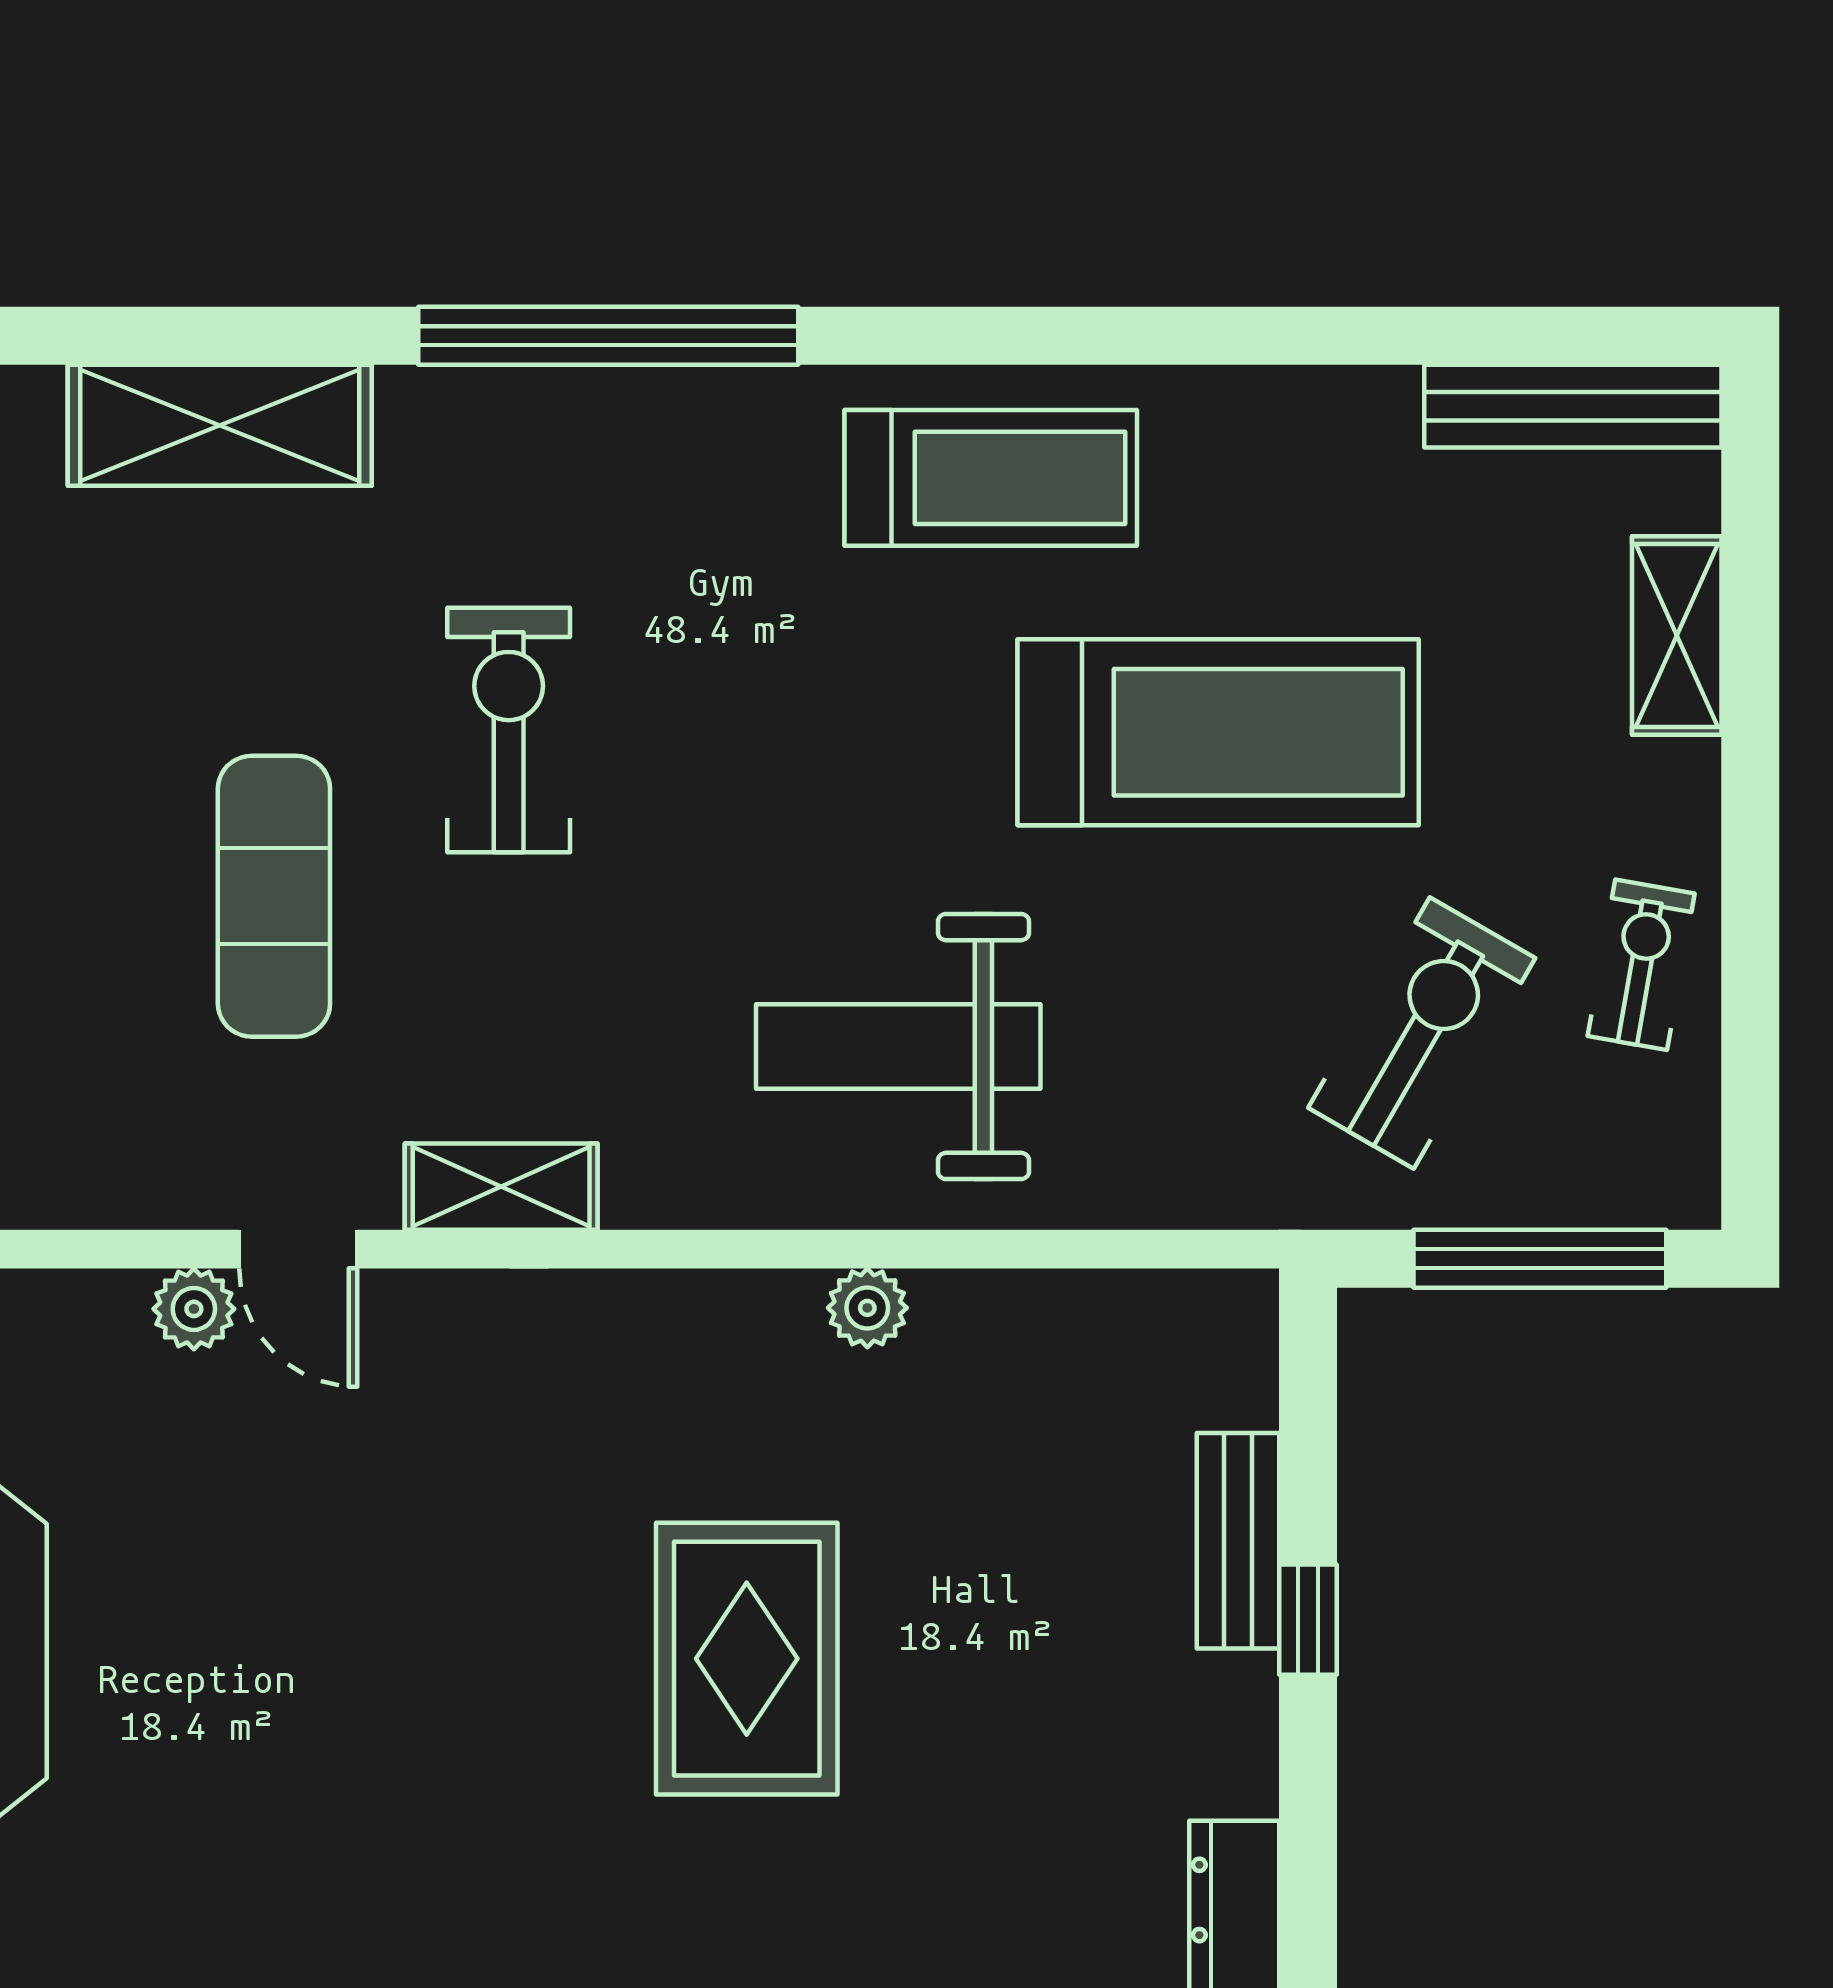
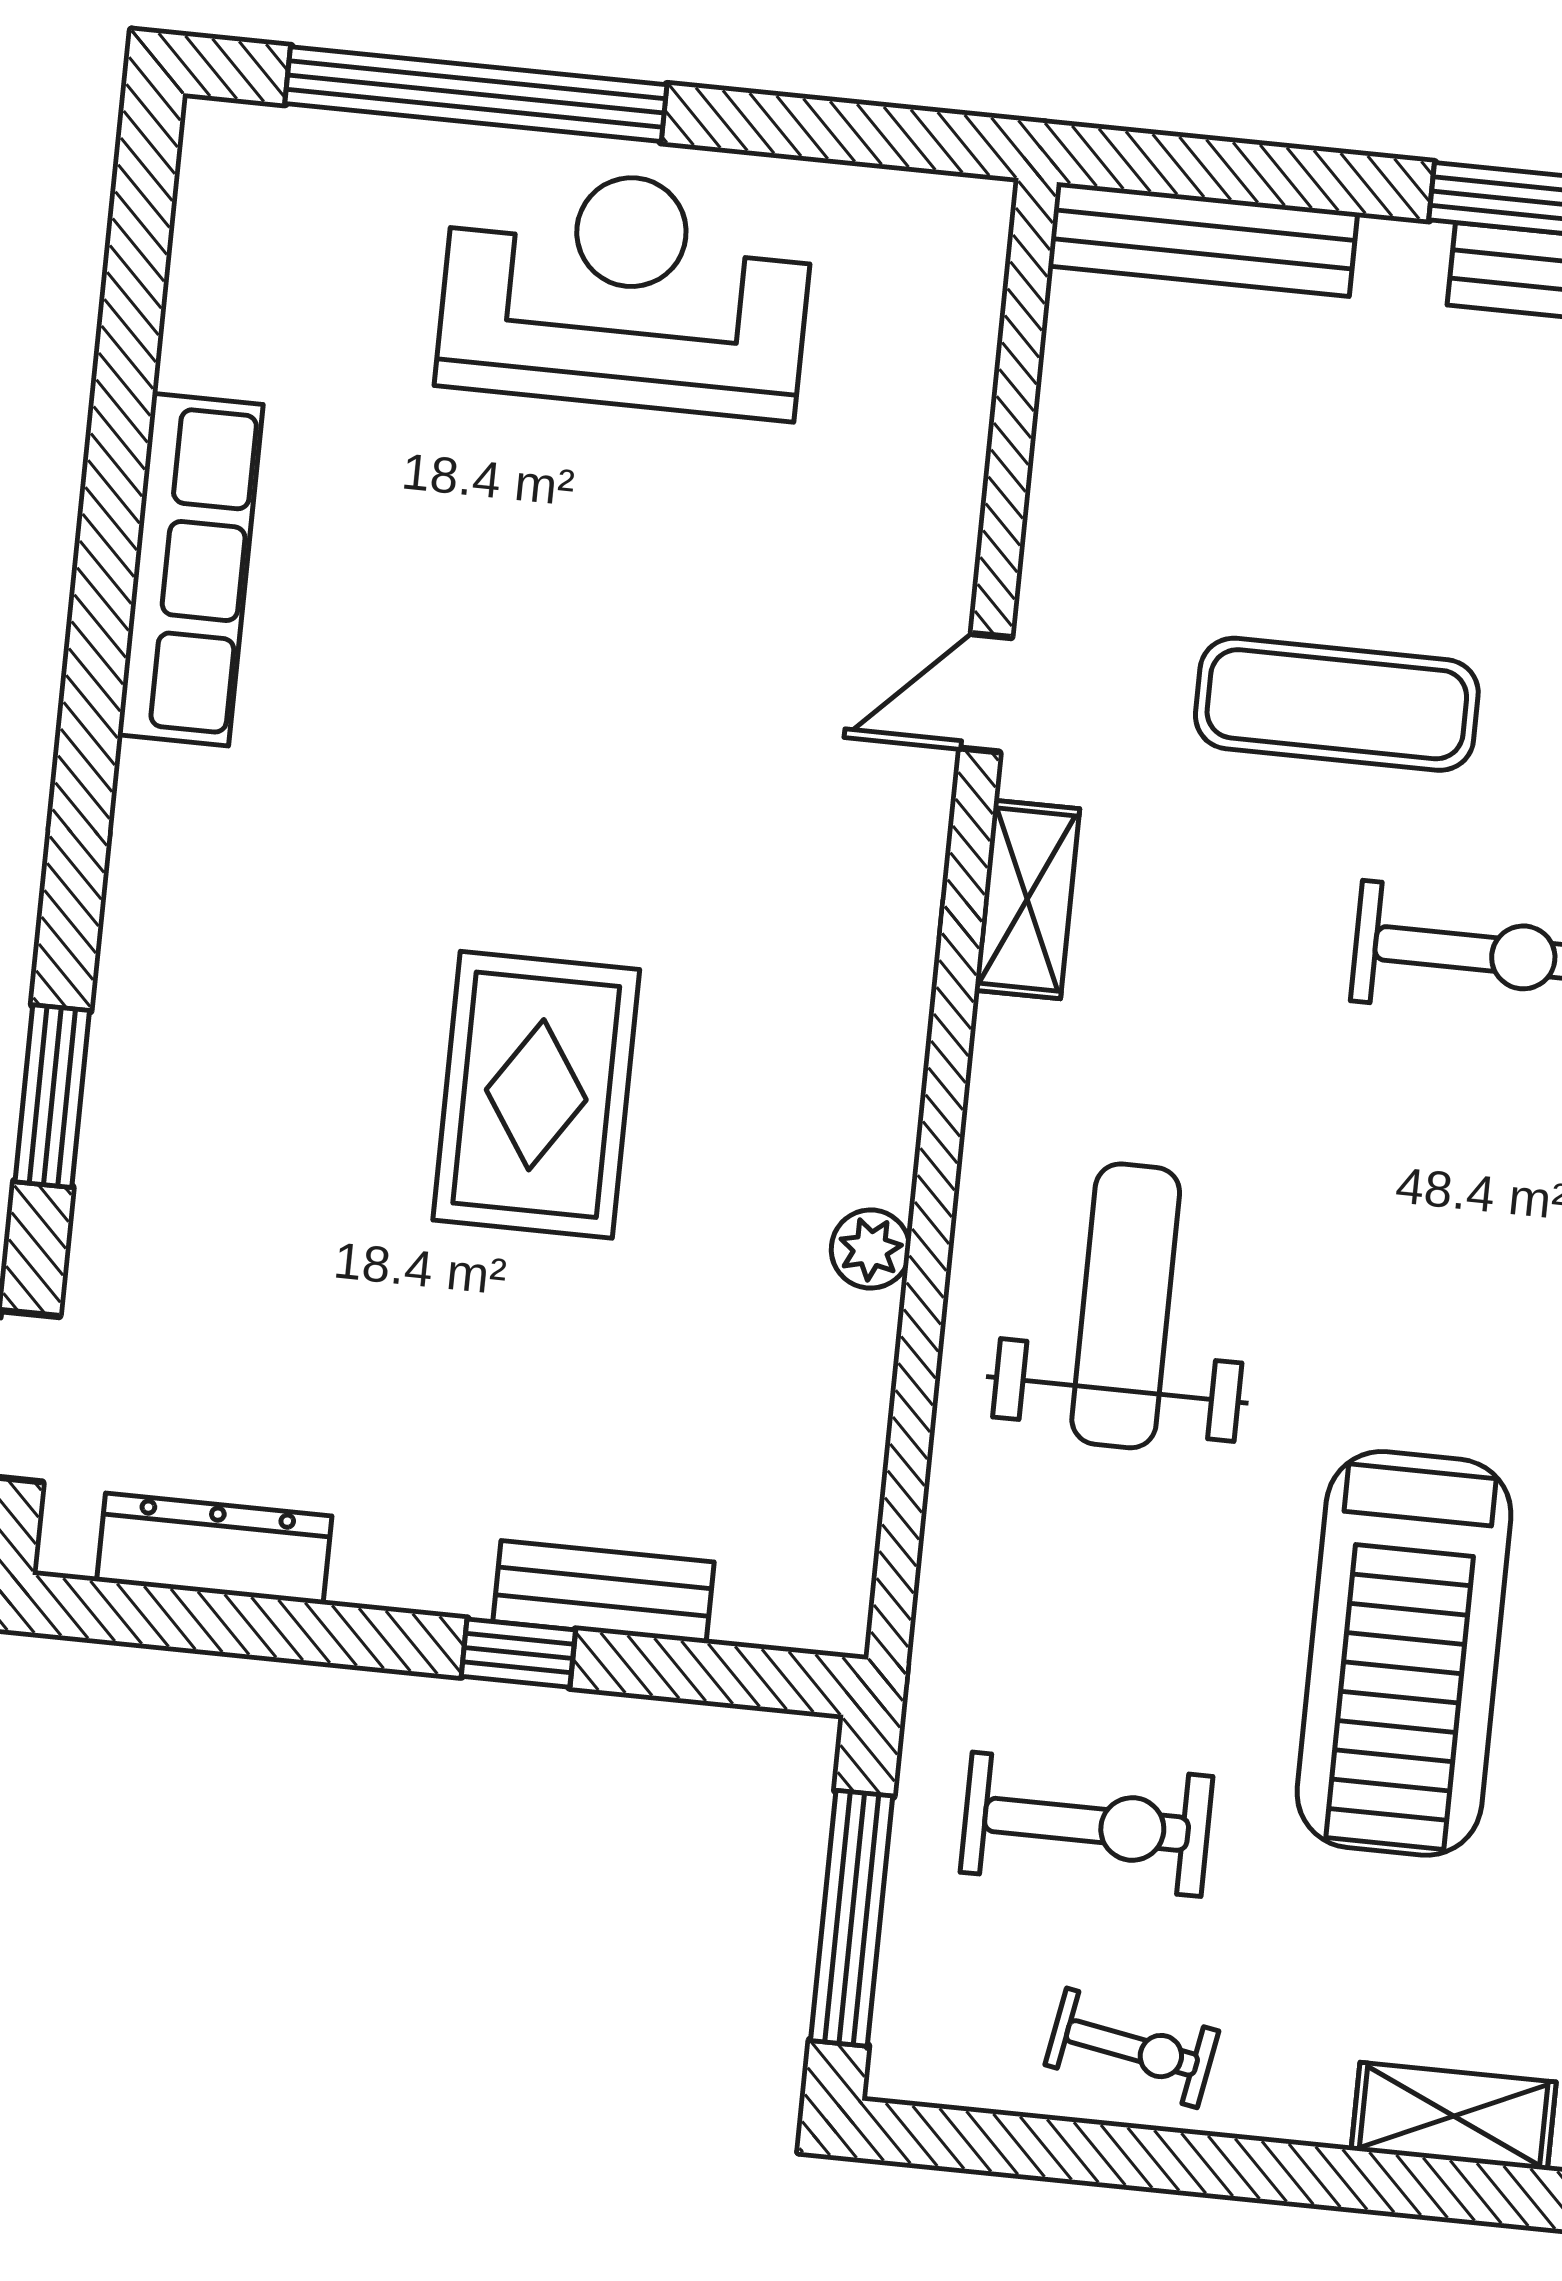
exercise bike: (1422, 1033) -> (1087, 1824), turned -30
plant: (194, 1309) -> (937, 584), removed
rug: (747, 1659) -> (536, 1095), turned 90

